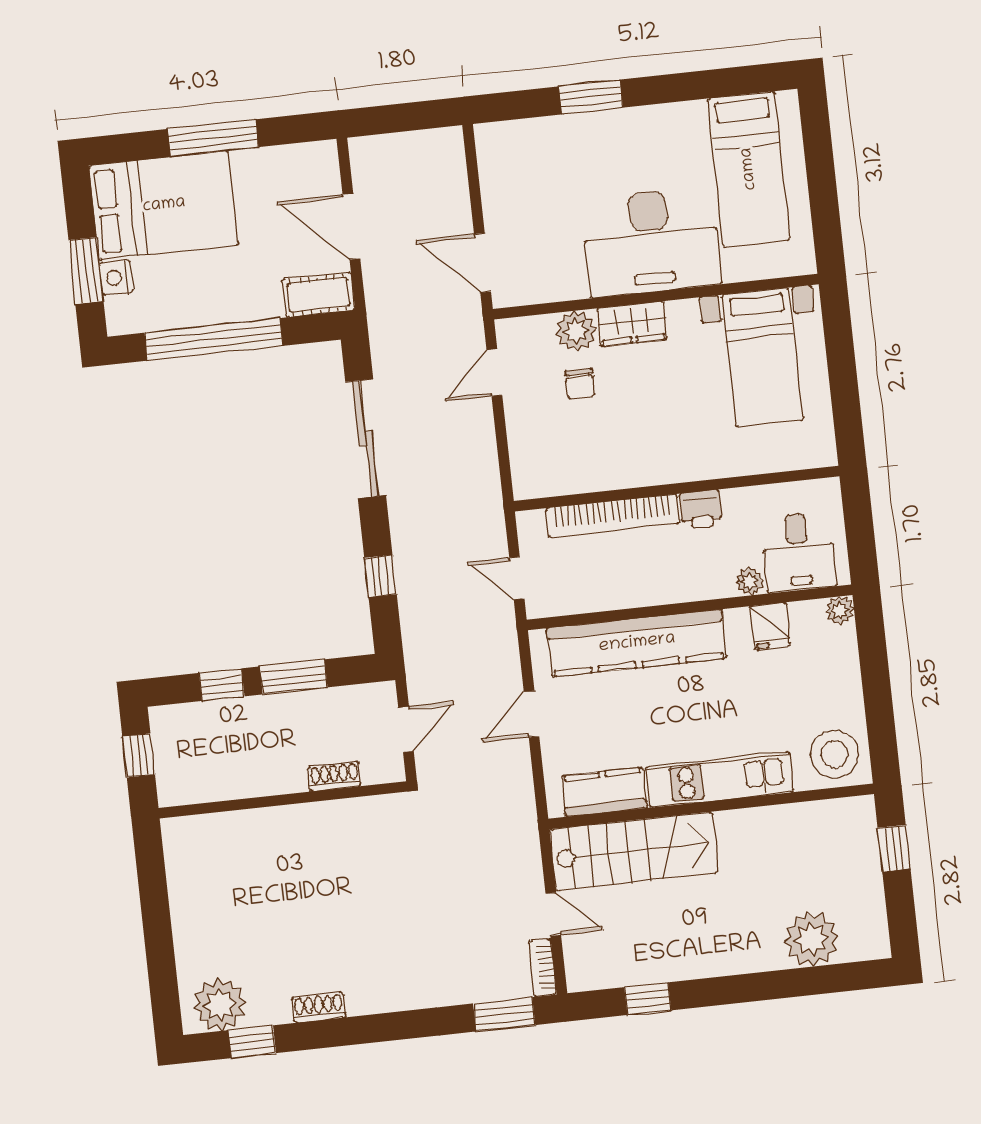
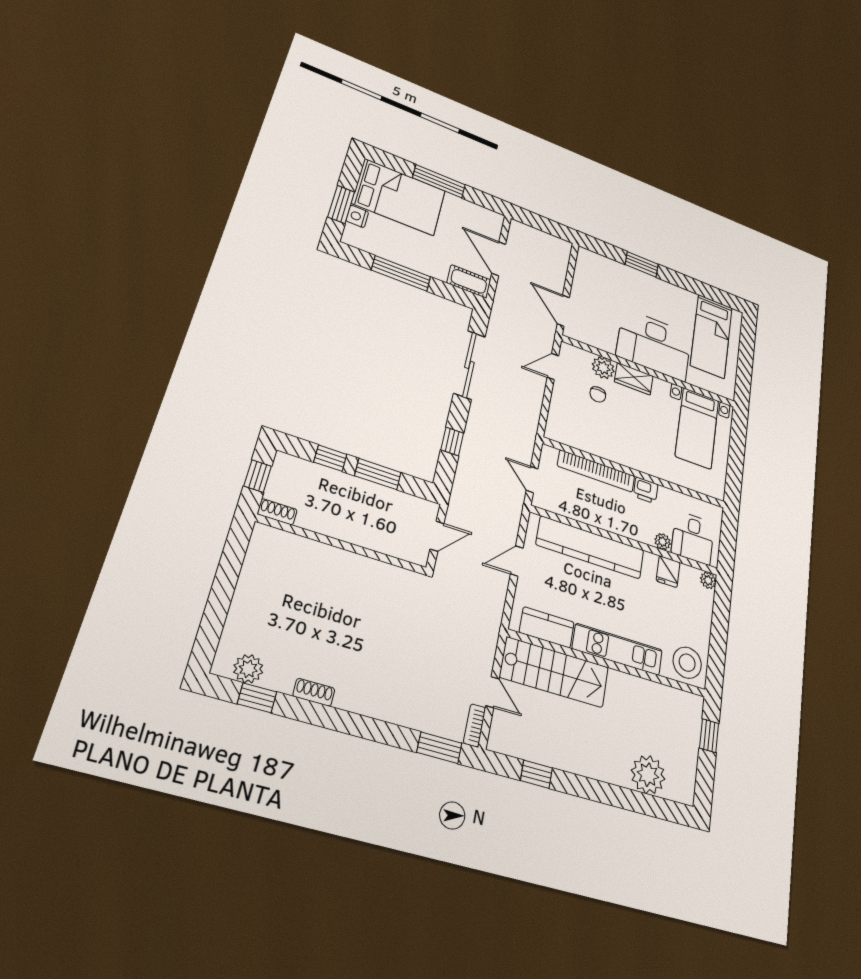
window: (214, 339) -> (401, 273), width x0.68
shoe rack: (334, 776) -> (277, 512), moved
plant: (220, 1005) -> (248, 669), width x0.73, depth x0.73

